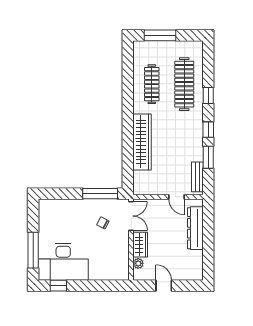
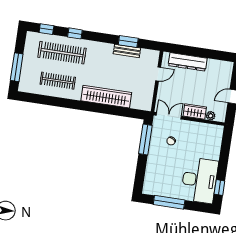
window: (208, 130) -> (46, 29), moved
bench: (197, 177) -> (127, 51), moved
window: (33, 250) -> (169, 202), moved

